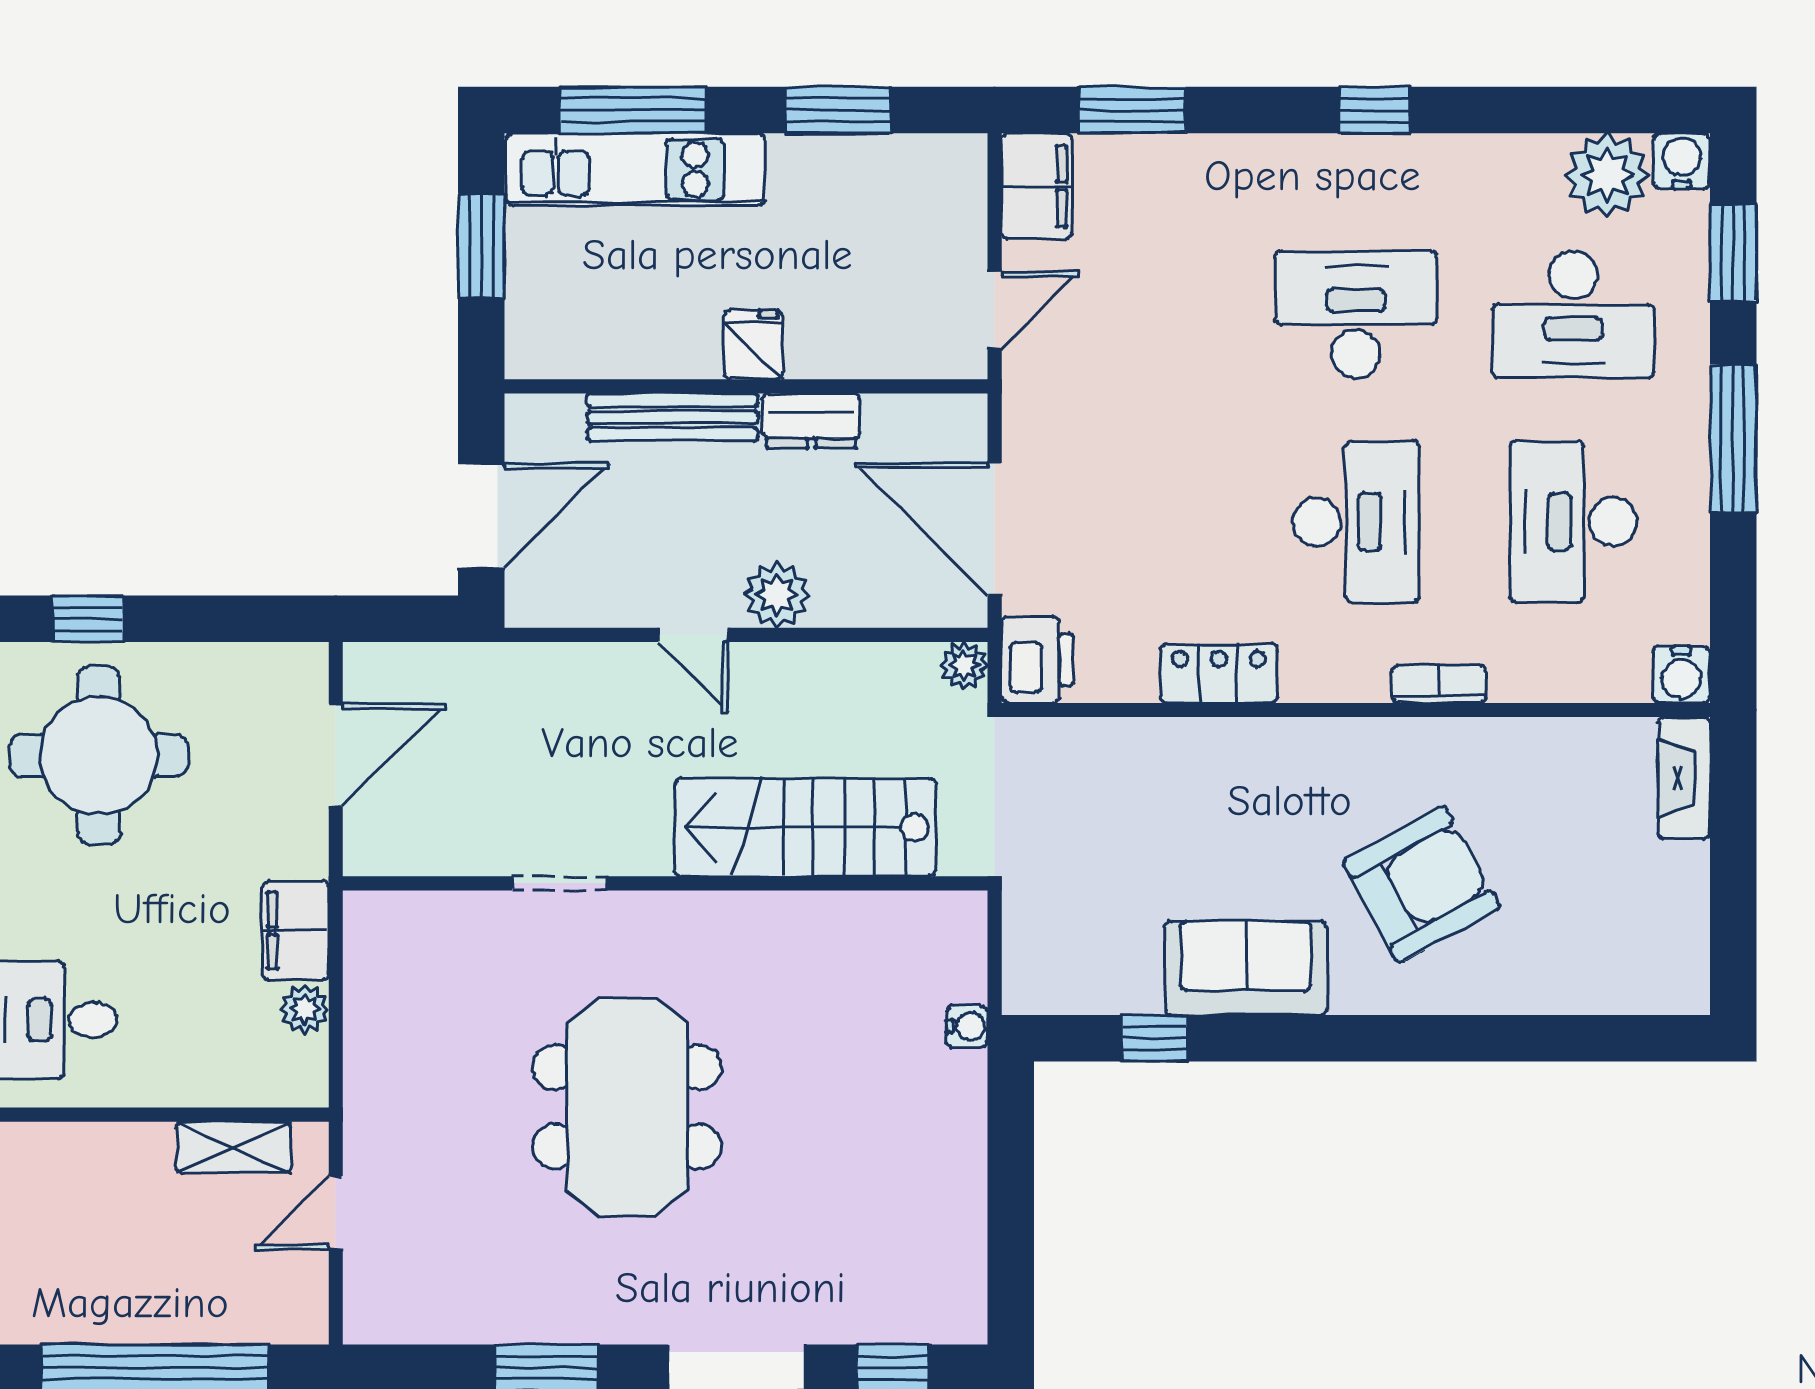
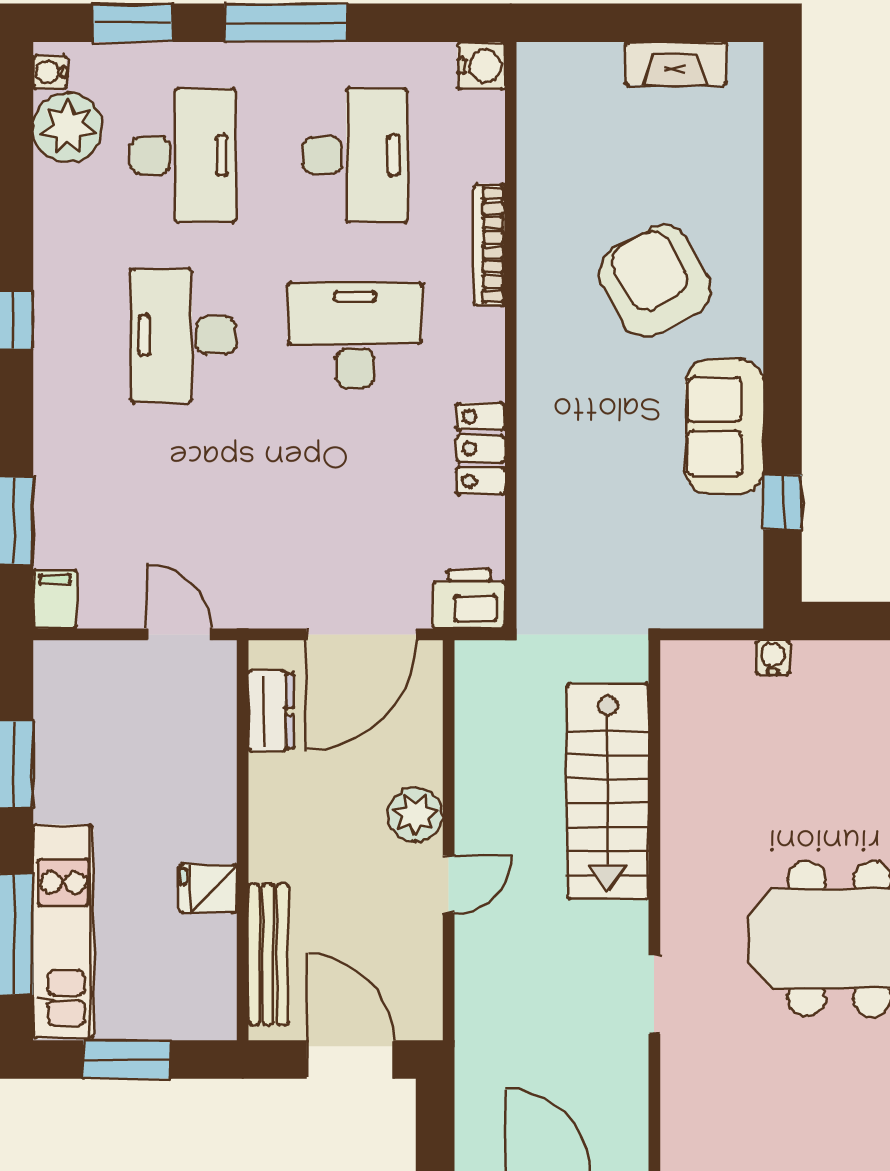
water cooler: (1682, 161) -> (50, 72), width x0.72, depth x0.72
filing cabinet: (1037, 186) -> (55, 600), width x0.50
fridge: (753, 345) -> (208, 889), moved
bench: (672, 417) -> (268, 954), moved
dresser: (811, 421) -> (271, 711), moved
desk: (1573, 522) -> (355, 155), turned -90
plant: (964, 665) -> (474, 660), removed
bookcase: (1439, 684) -> (489, 245), width x1.56
fireplace: (1684, 778) -> (676, 64), moved

